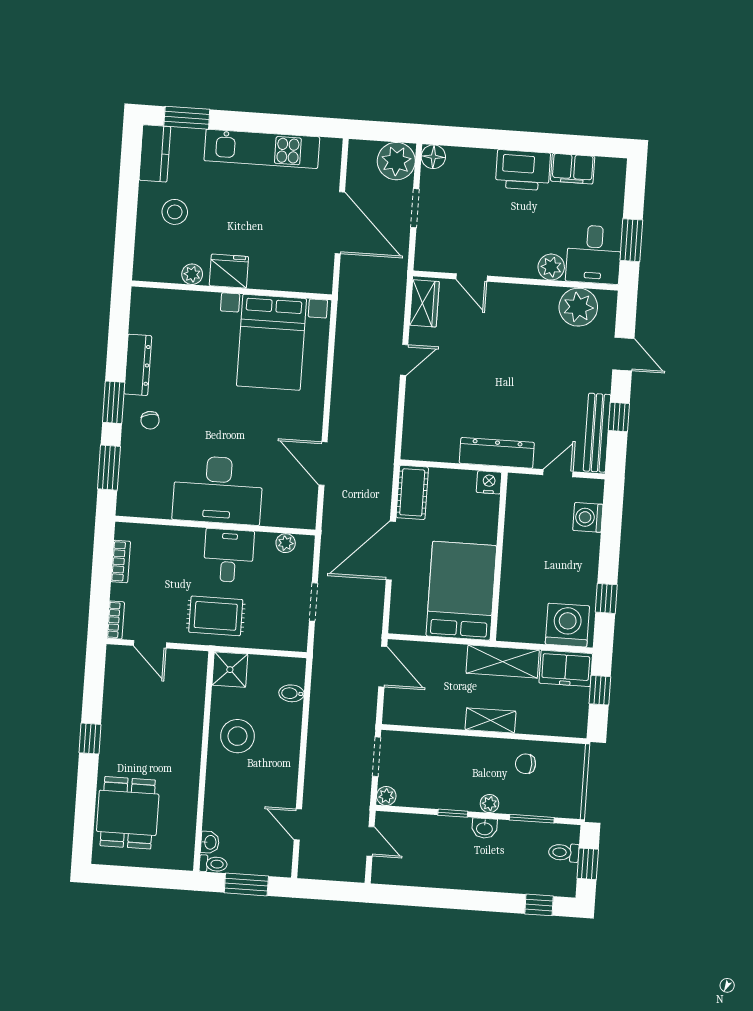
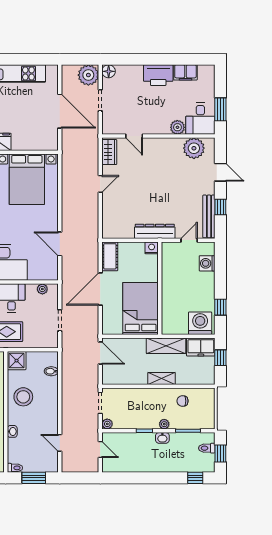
washbasin: (210, 842) -> (12, 431), moved

